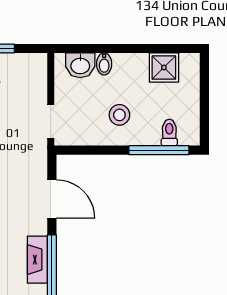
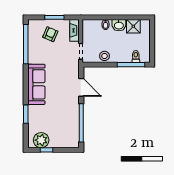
washbasin: (80, 65) -> (119, 25), moved
stool: (119, 115) -> (104, 56), moved
fireplace: (37, 260) -> (74, 30), moved

